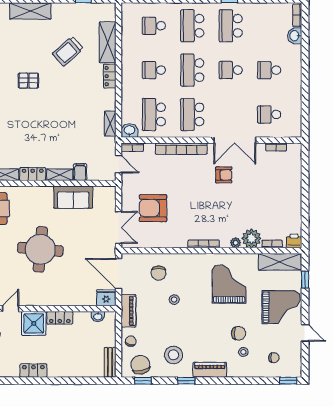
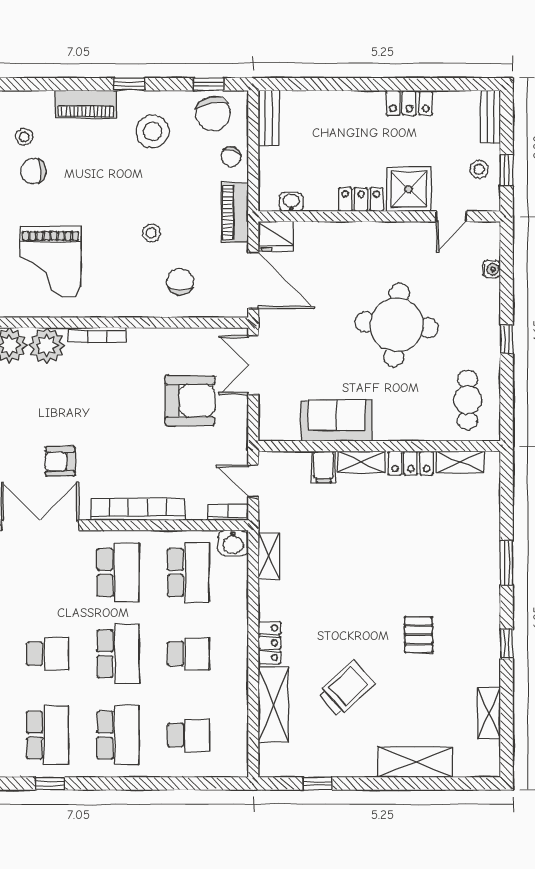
pallet: (28, 81) -> (419, 635), turned 90
plant: (236, 243) -> (47, 345), width x1.88, depth x1.88

